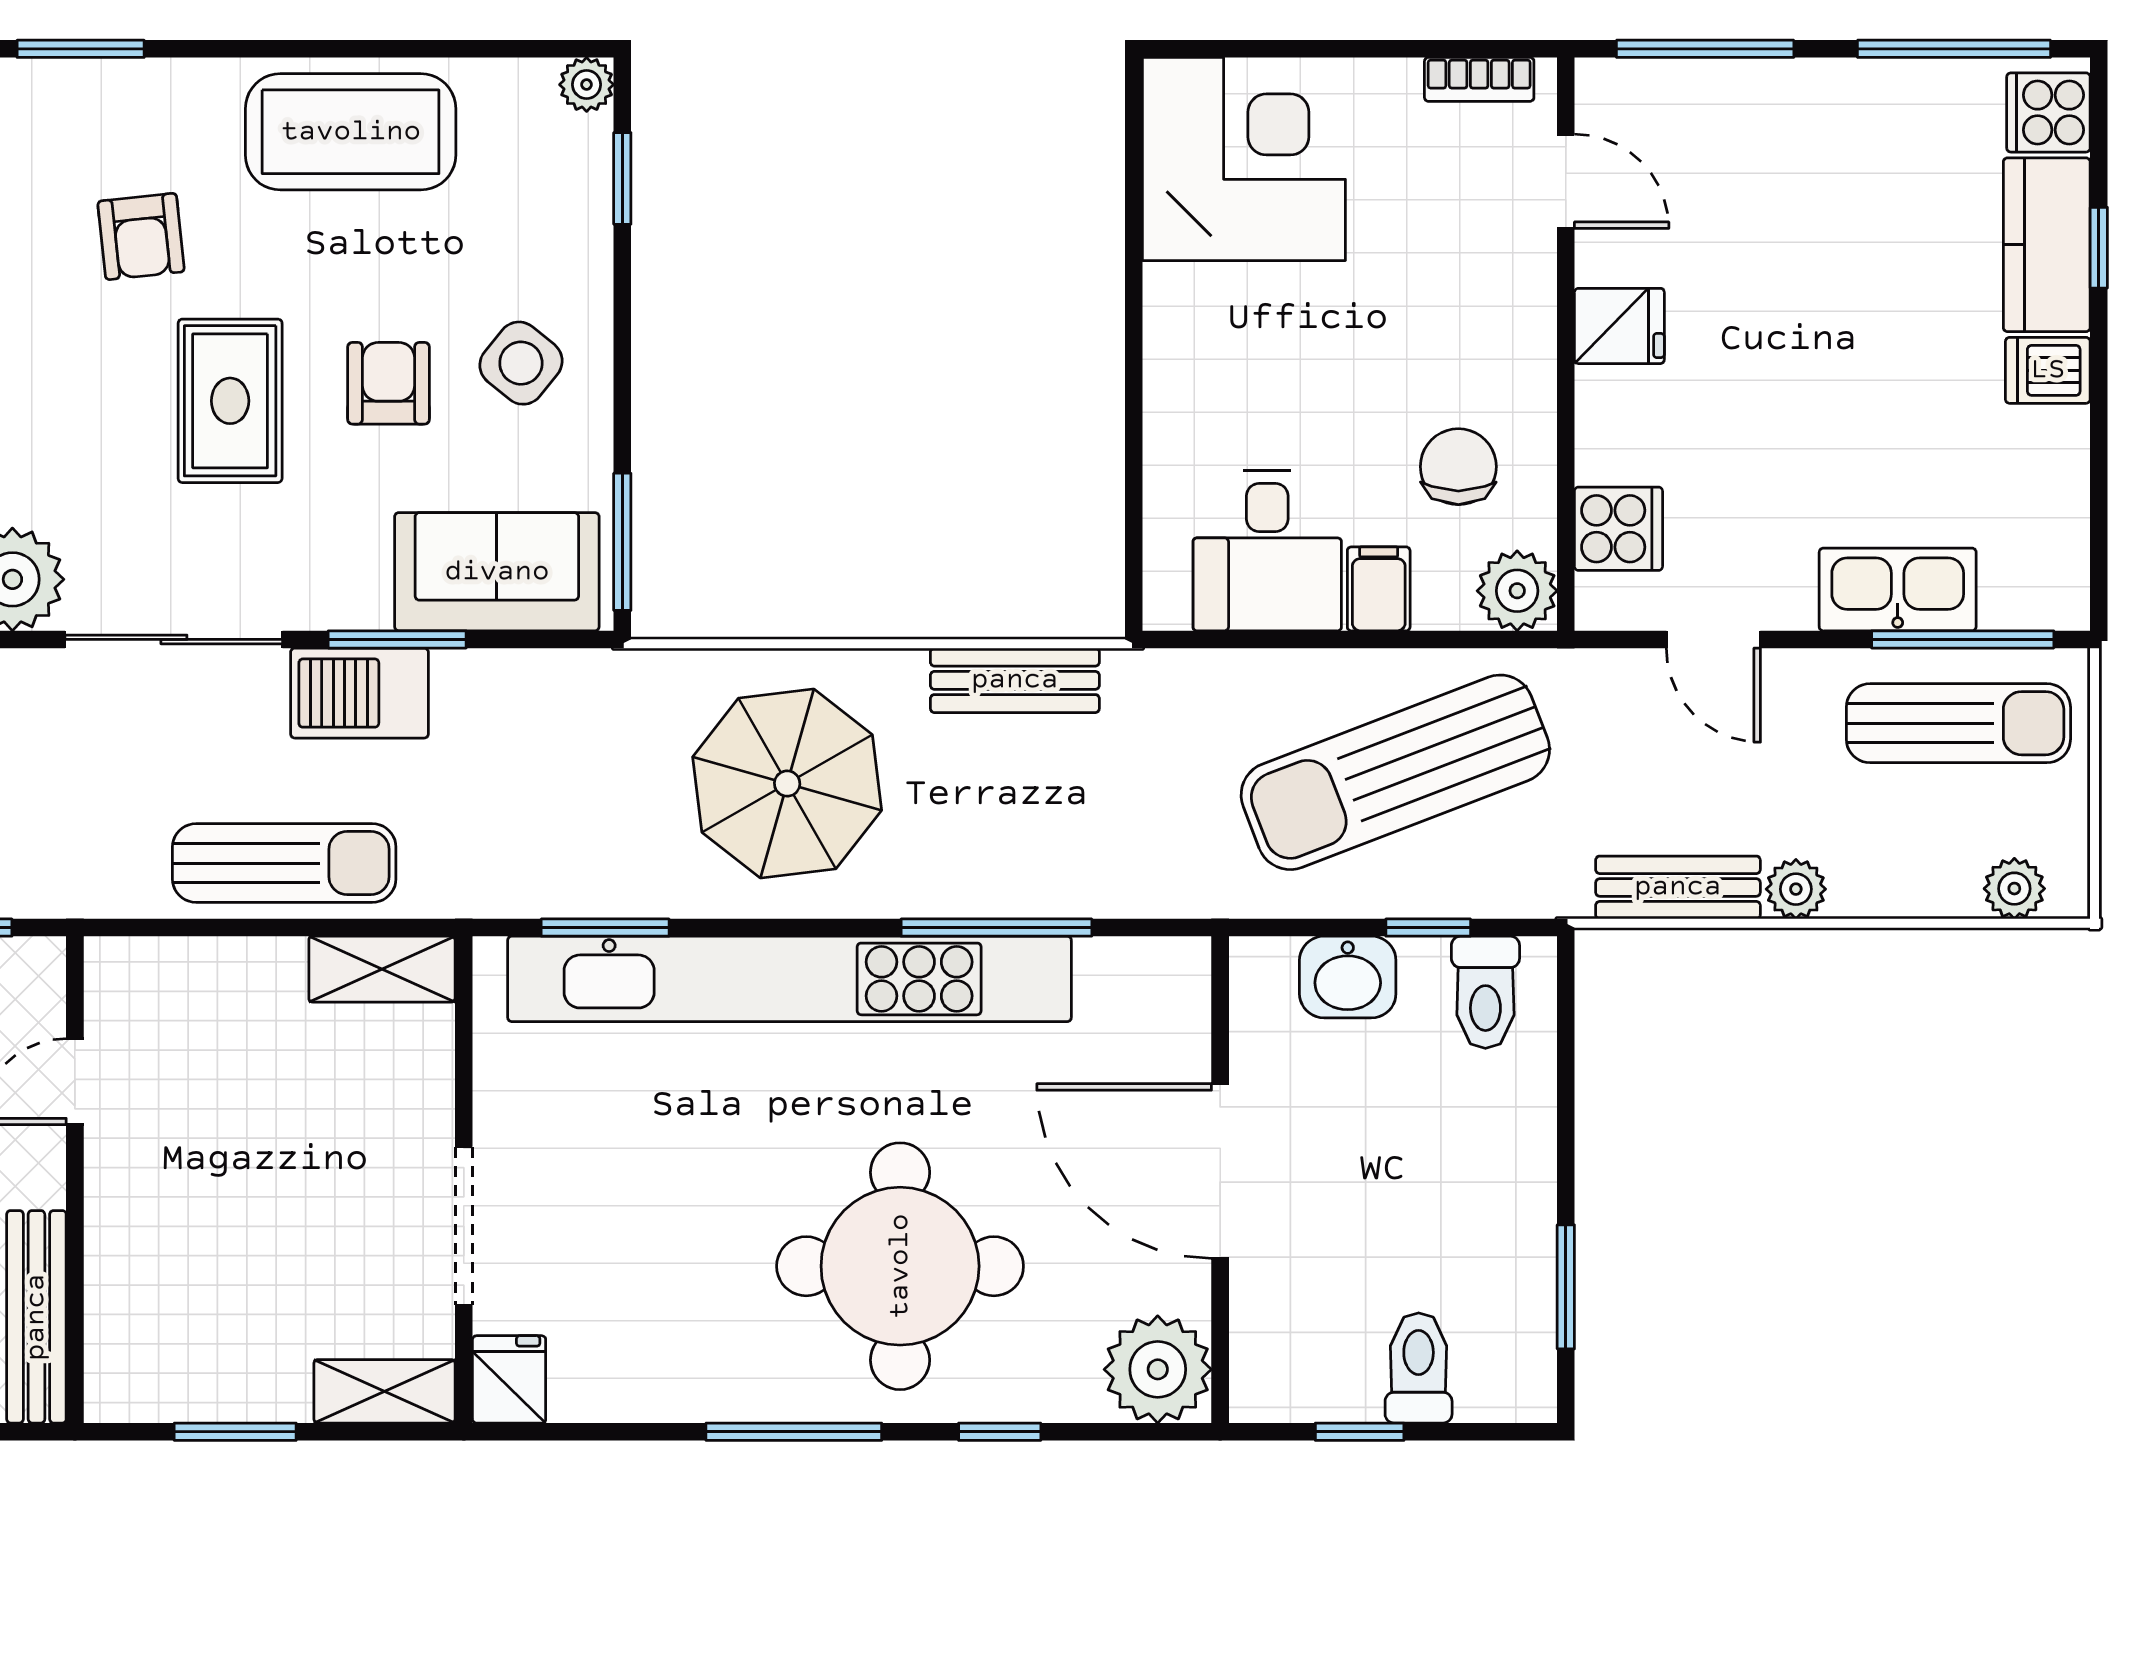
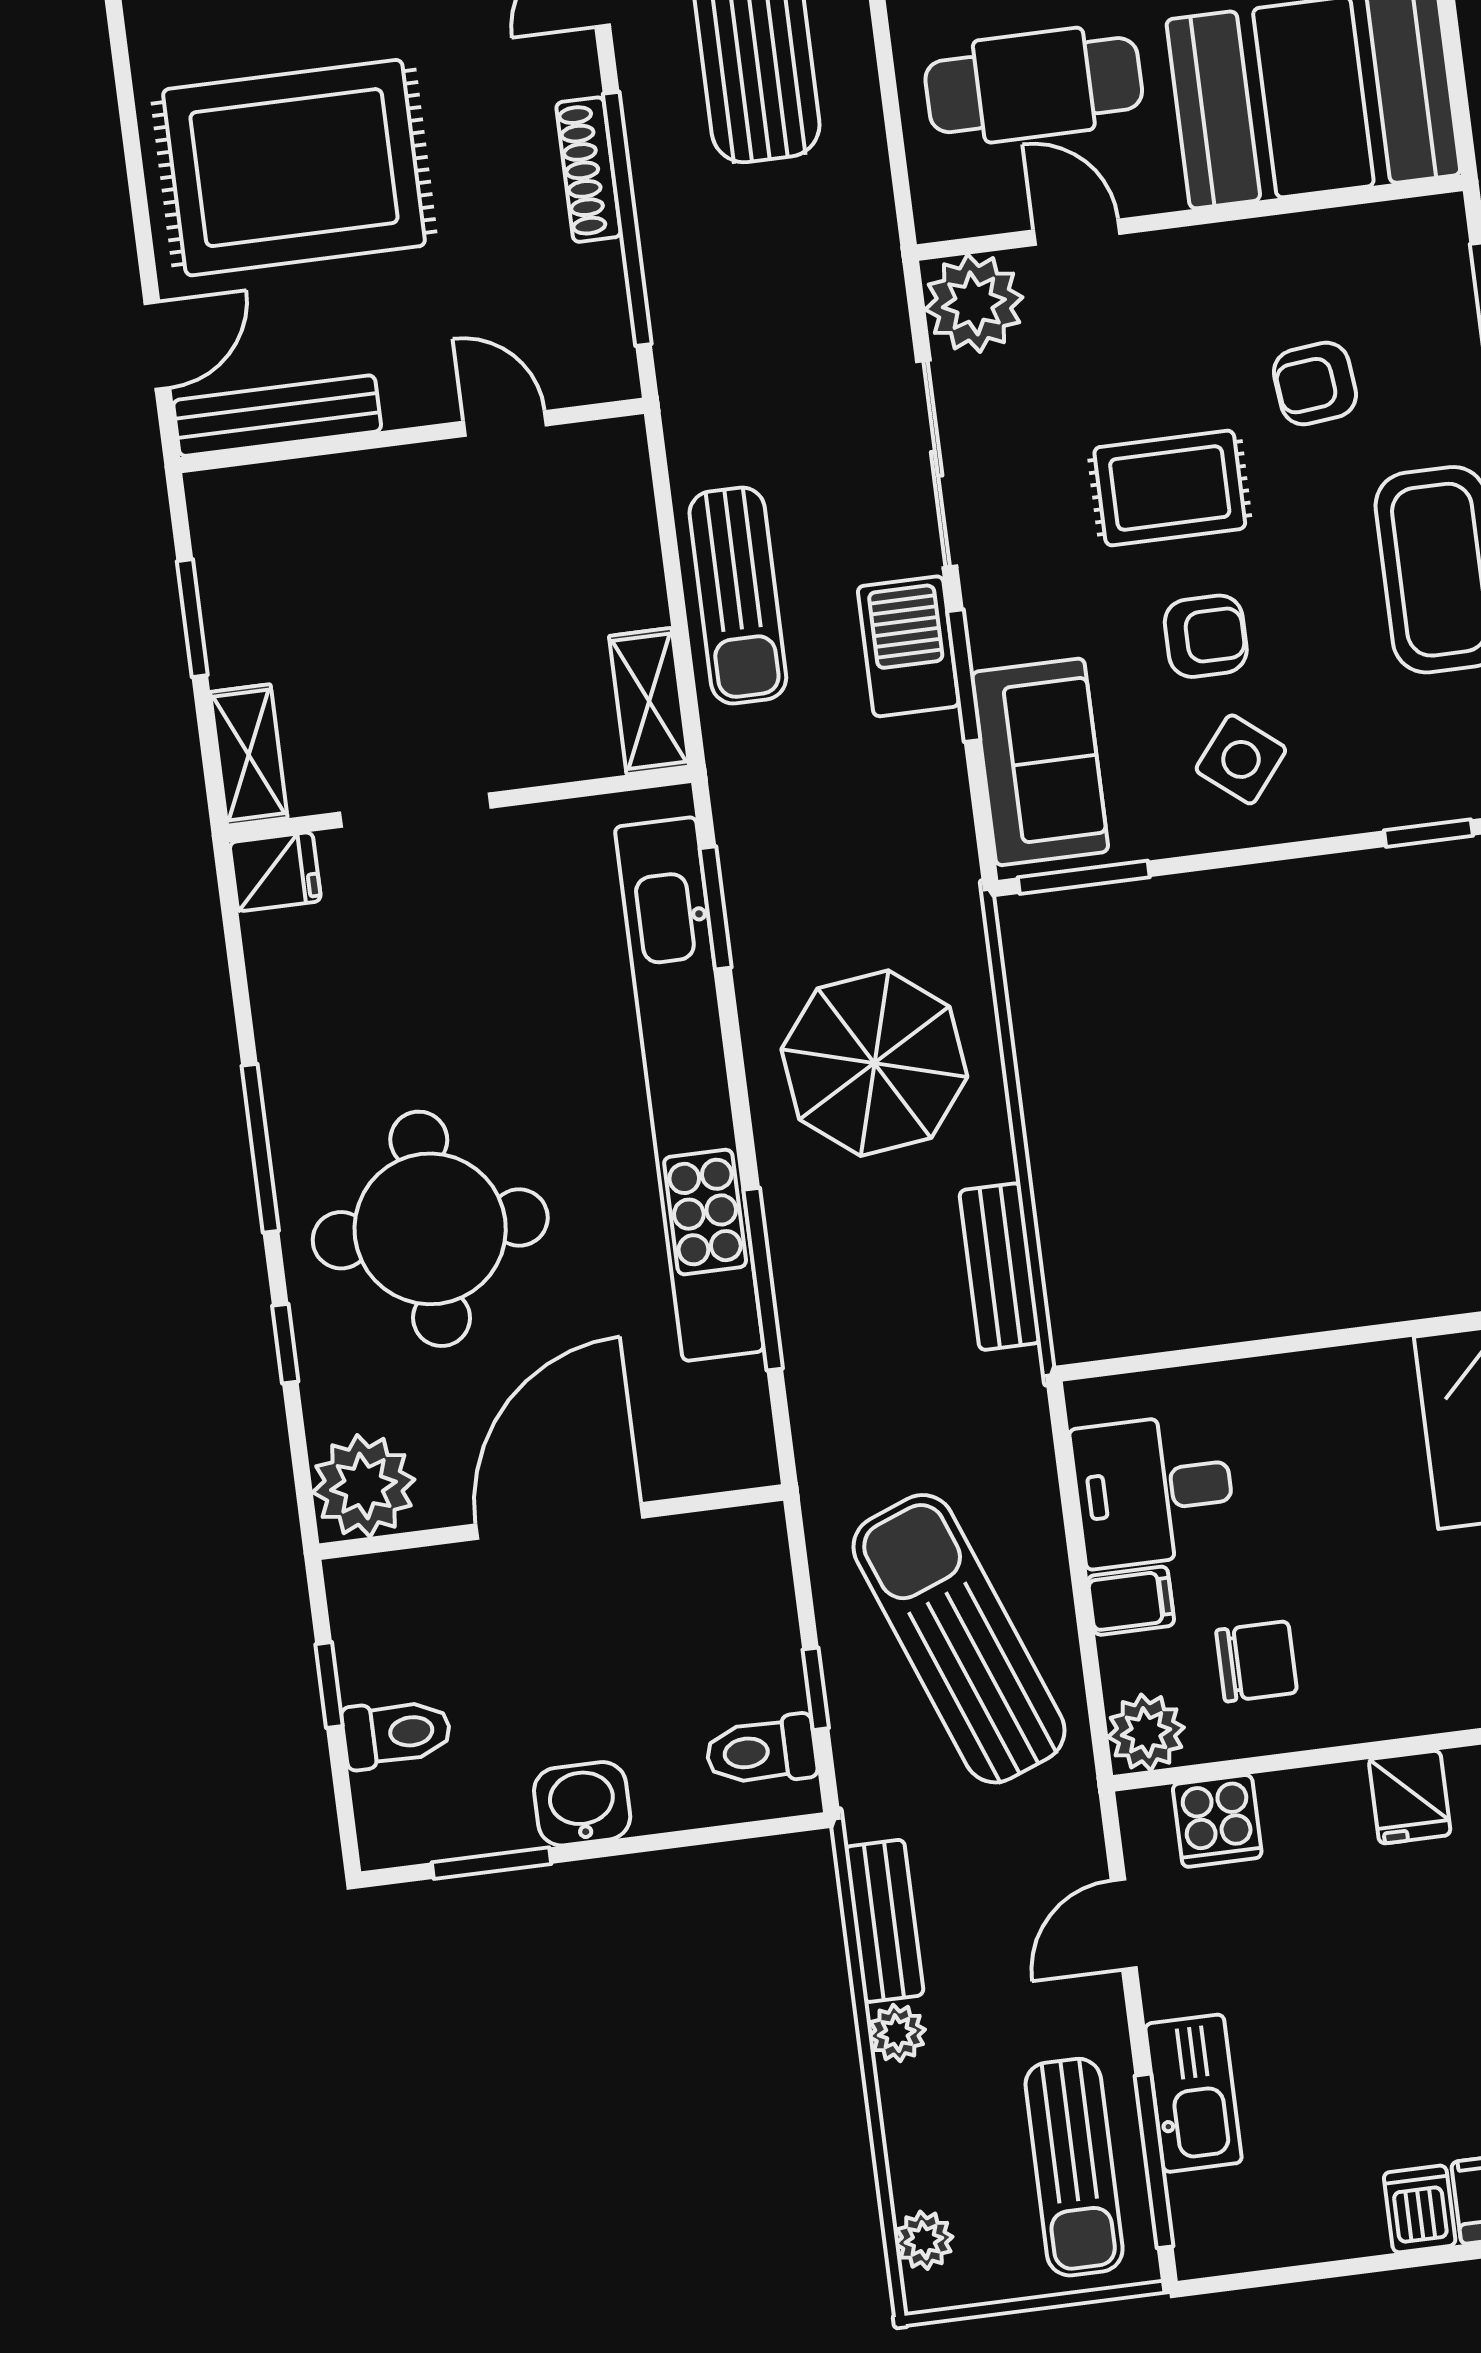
washbasin: (1348, 977) -> (582, 1804), moved, turned 90

